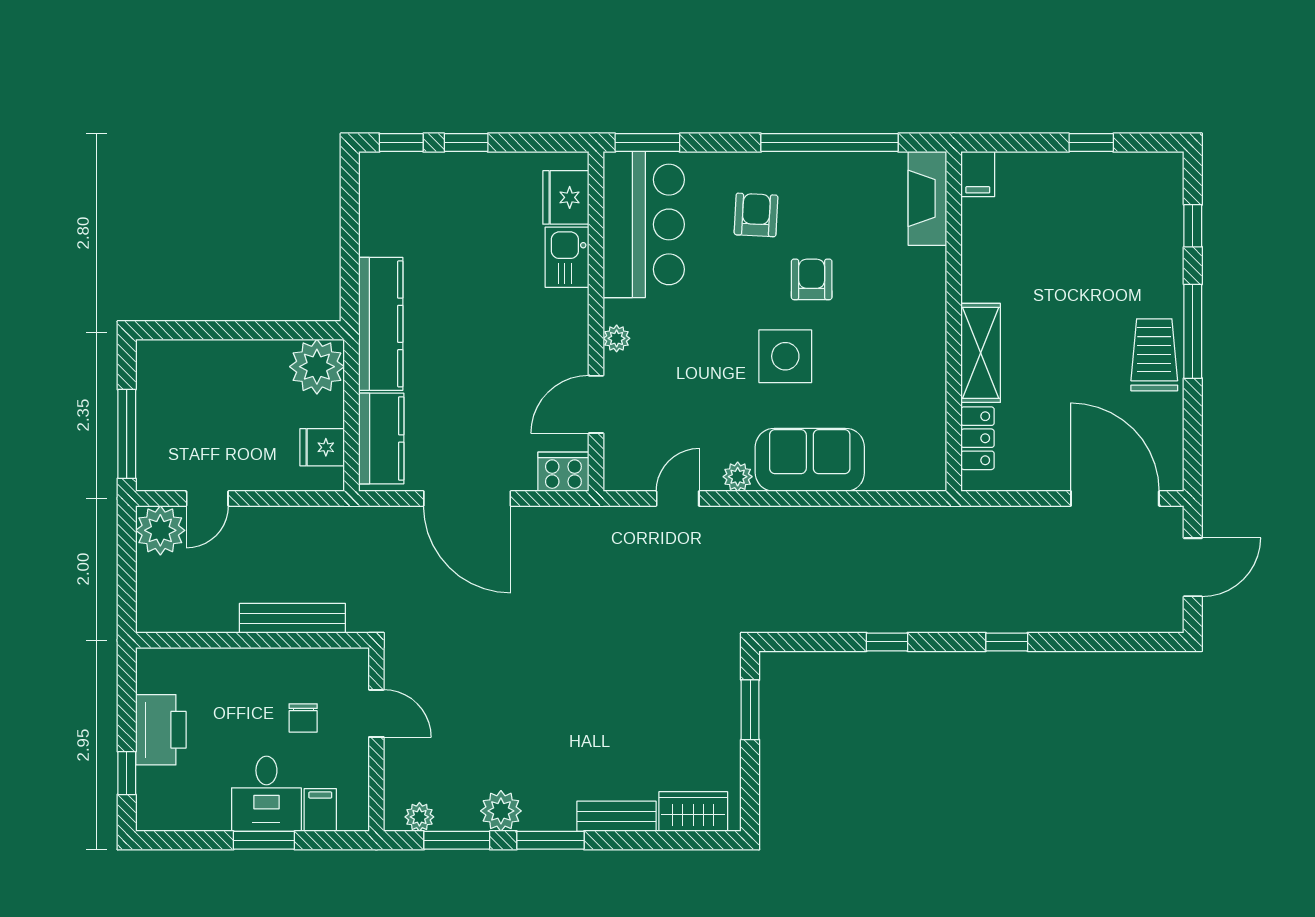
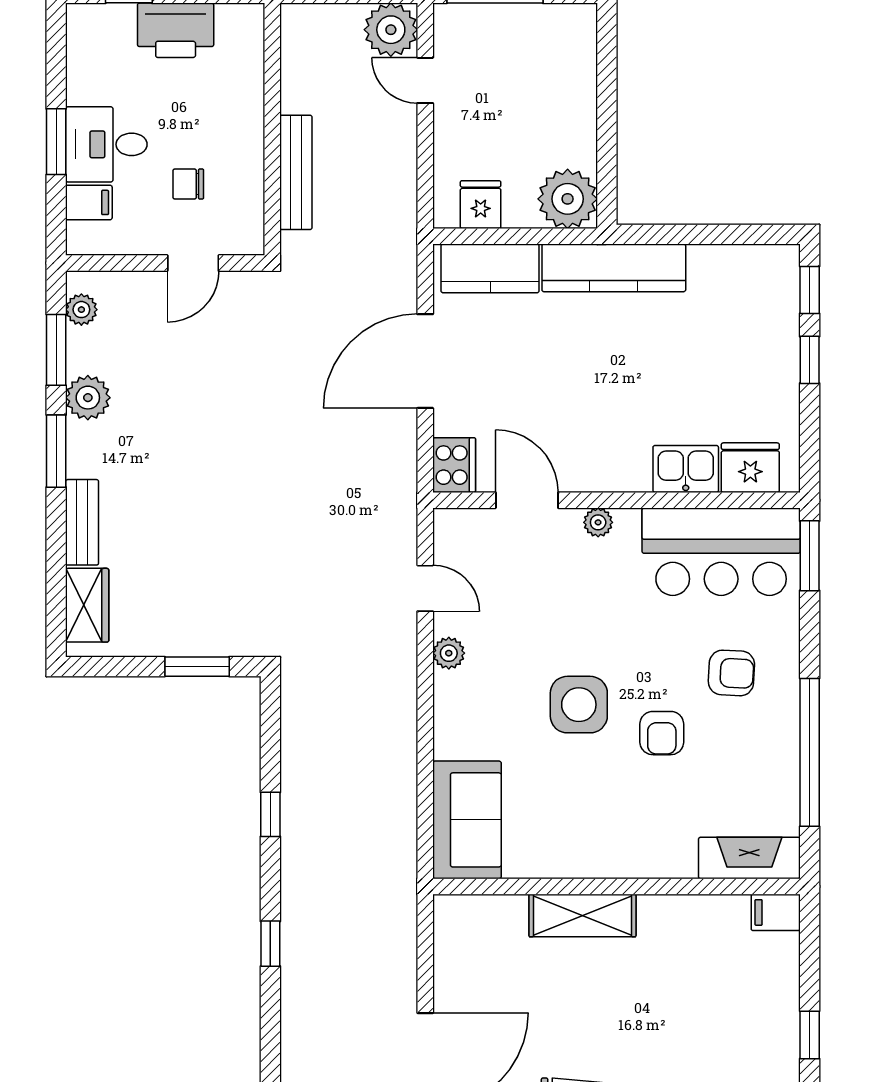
armchair: (812, 279) -> (662, 733), turned 90
locker: (978, 438) -> (490, 912), removed
sofa: (810, 460) -> (467, 820), moved

